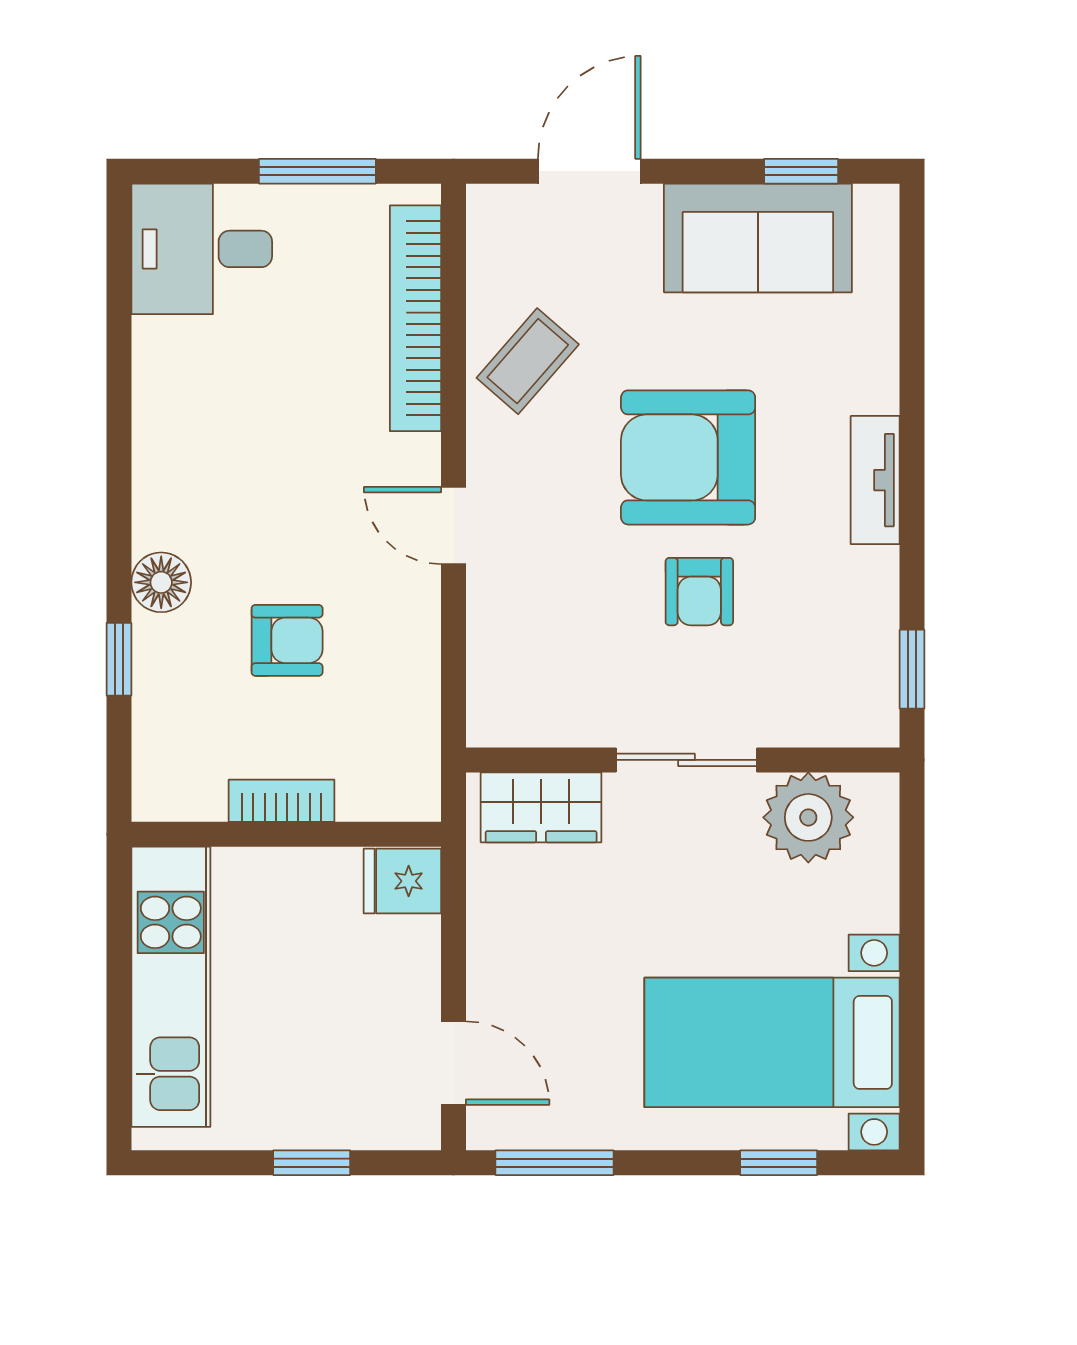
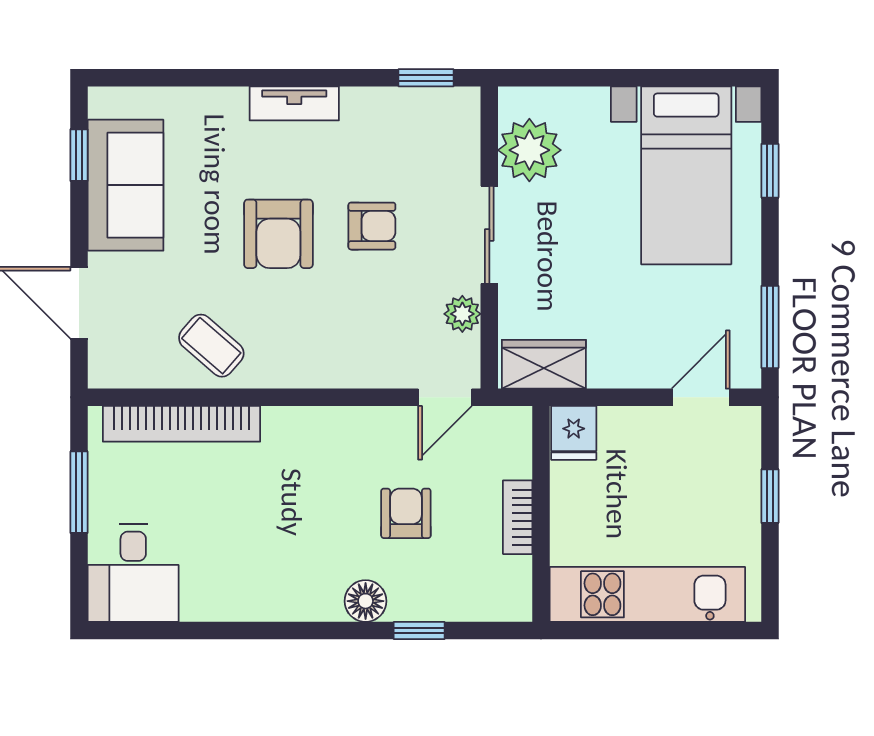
armchair: (688, 457) -> (278, 234), width x0.73, depth x0.73
door: (454, 526) -> (445, 397), moved
plant: (573, 721) -> (462, 314), added
wardrobe: (541, 807) -> (544, 364), moved, turned -90

